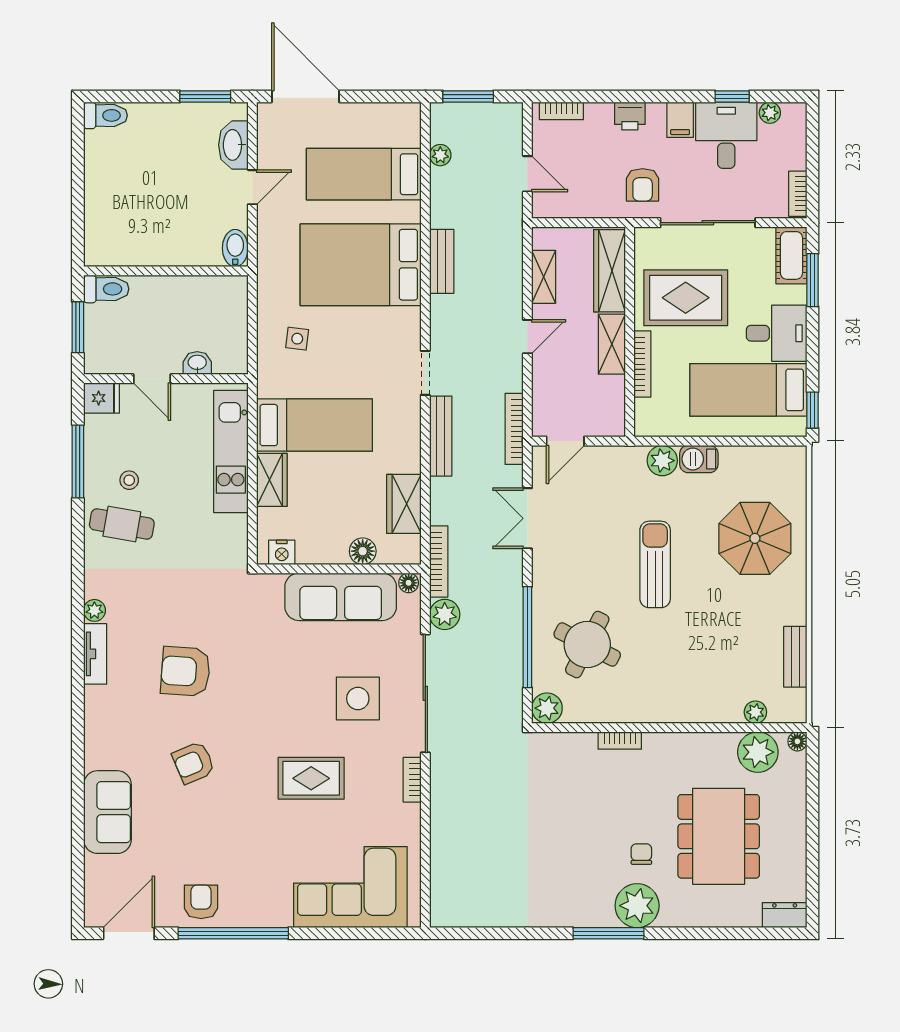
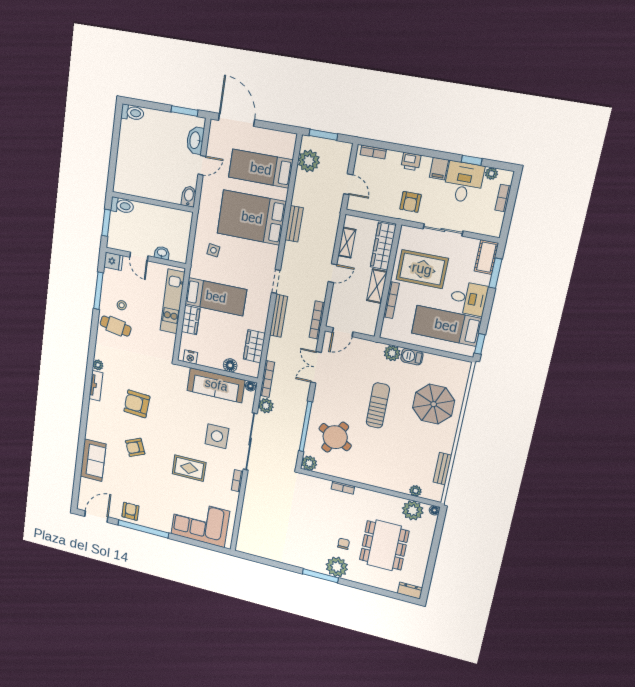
plant: (440, 155) -> (309, 161), width x1.88, depth x1.88
bookcase: (798, 194) -> (503, 198), moved
sliding door: (708, 223) -> (443, 230), width x0.73

